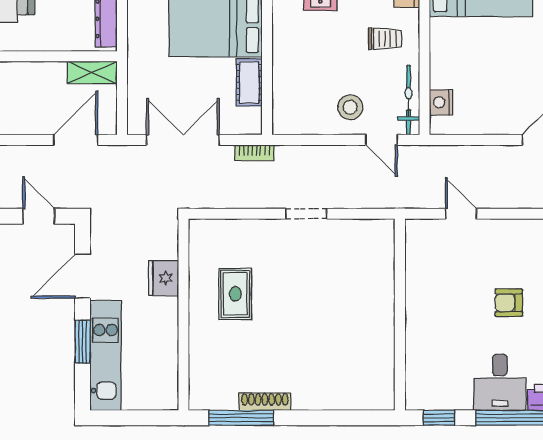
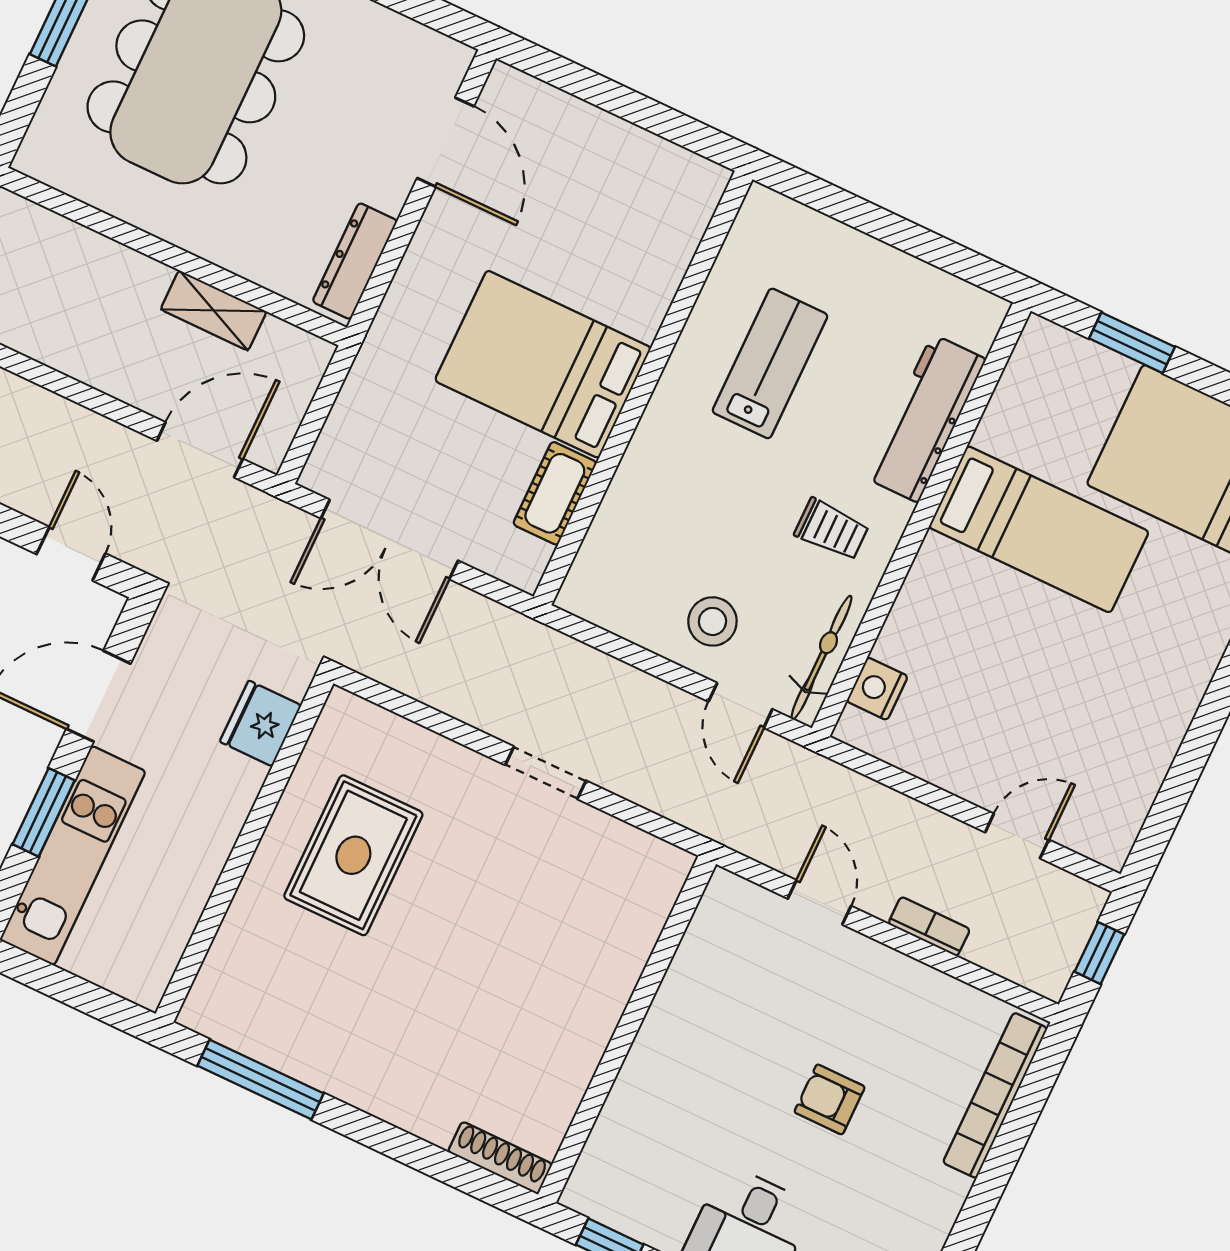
shelving: (92, 72) -> (214, 310), moved
double door: (183, 140) -> (390, 539), swing flipped
bookcase: (254, 153) -> (929, 926), moved, turned 180
fridge: (163, 278) -> (261, 723), moved
rug: (235, 294) -> (353, 855), width x1.36, depth x1.43
shoe rack: (265, 402) -> (500, 1158), moved

